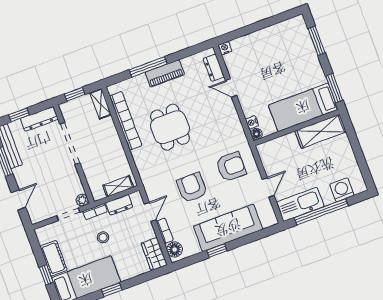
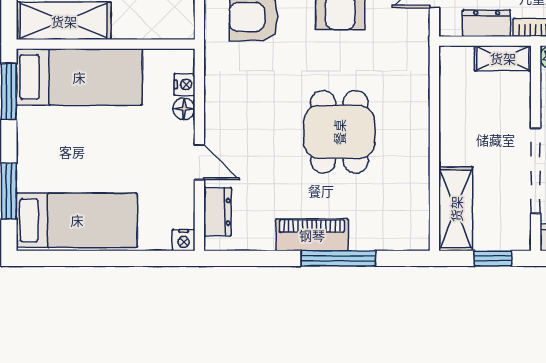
bed: (279, 39) -> (77, 220), added
shelving: (101, 104) -> (456, 209), width x1.50, depth x1.33
bookcase: (126, 121) -> (417, 174), removed
floor lamp: (256, 134) -> (184, 109), moved
shelving: (118, 186) -> (503, 58), moved

